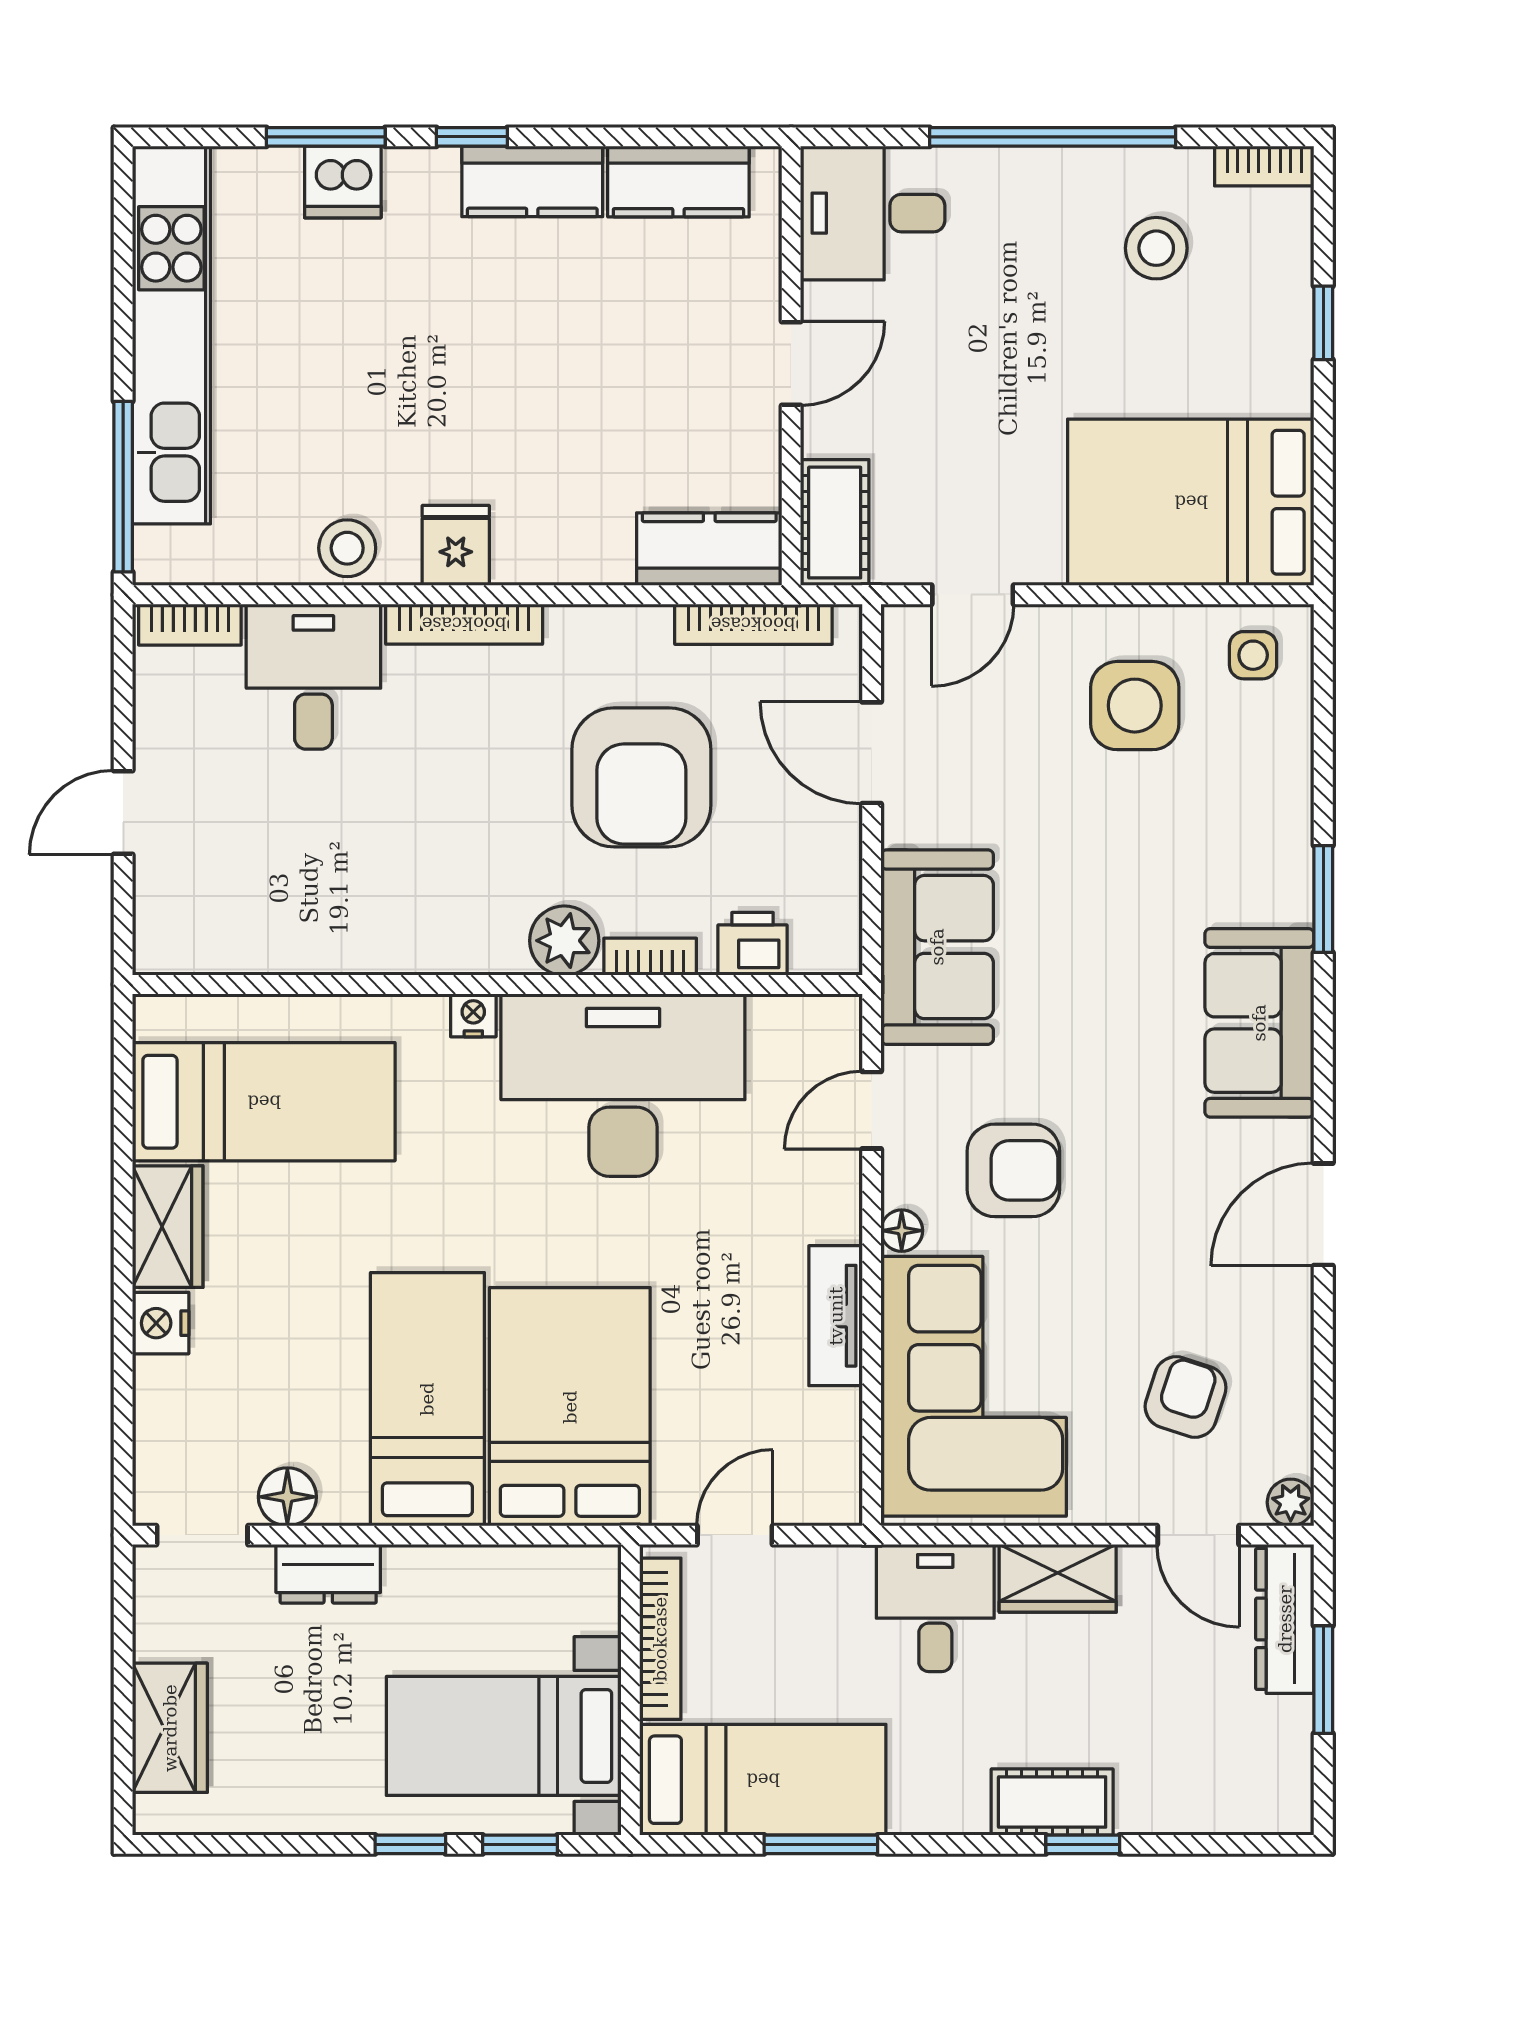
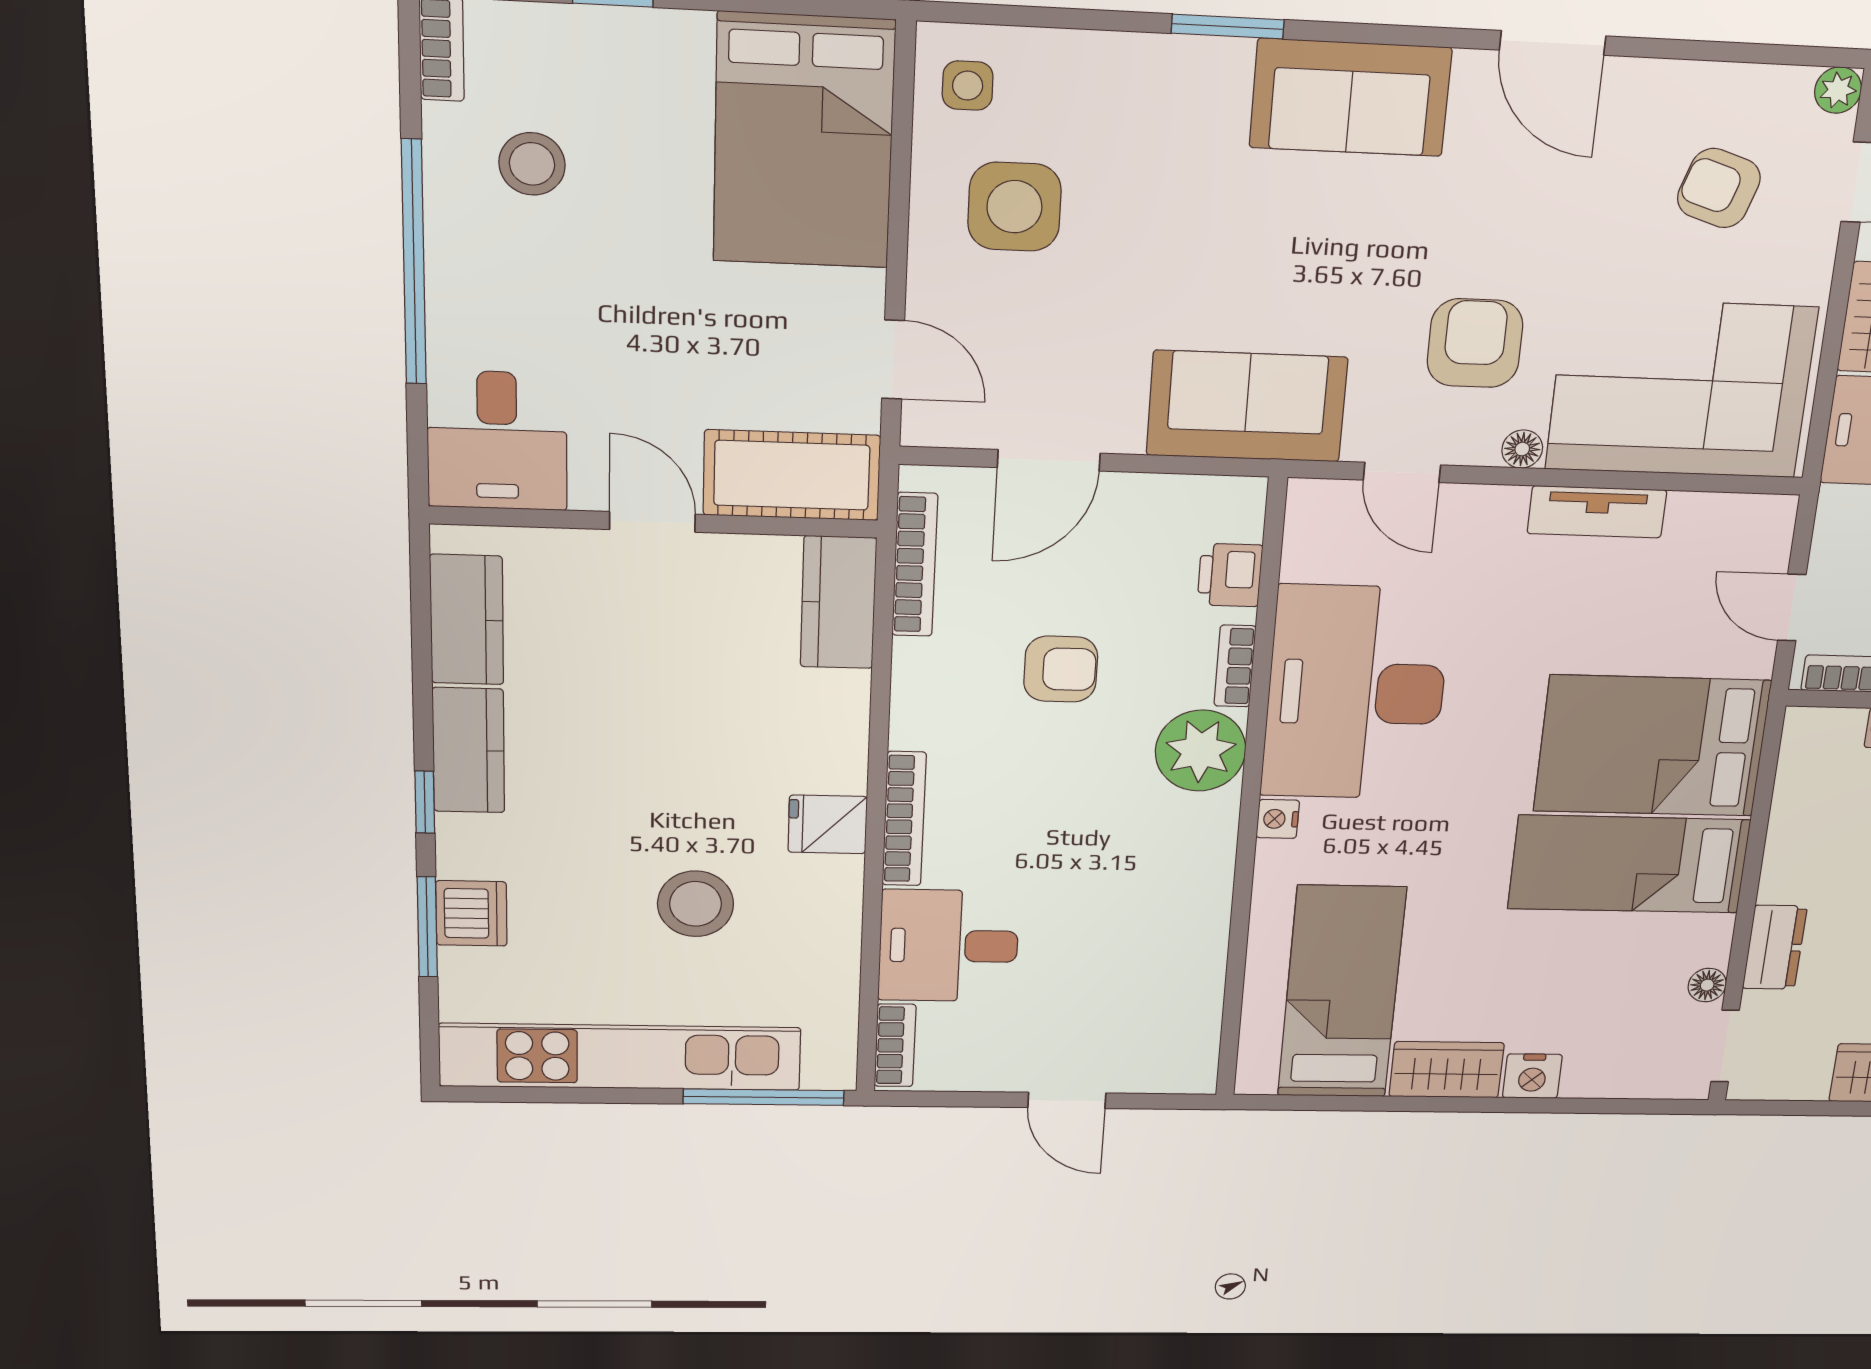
cot: (835, 523) -> (792, 475), width x1.37, depth x1.34
stool: (347, 548) -> (696, 904), moved, width x1.38, depth x1.38
armchair: (641, 777) -> (1061, 669), width x0.53, depth x0.53
plant: (564, 941) -> (1201, 751), width x1.36, depth x1.36
floor lamp: (287, 1497) -> (1707, 985), width x0.73, depth x0.73

